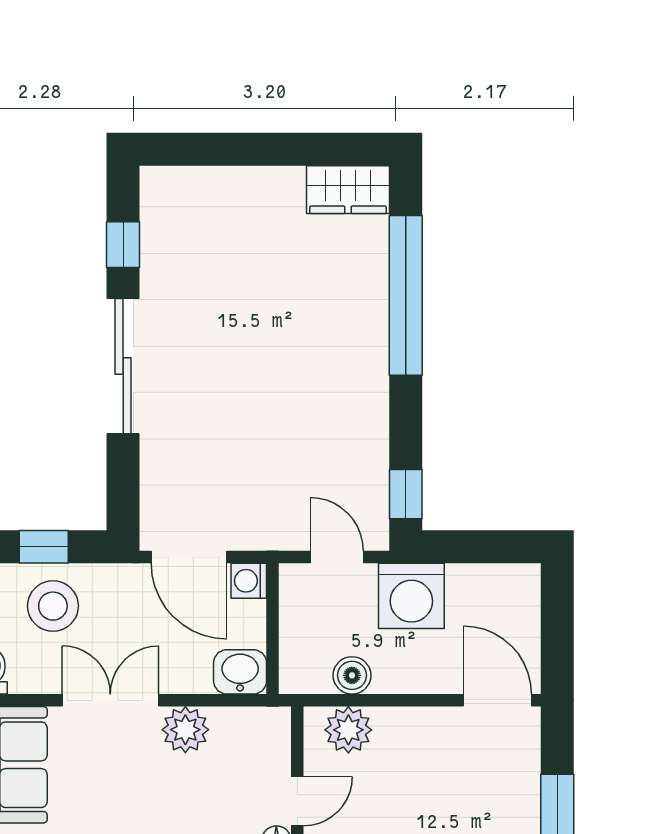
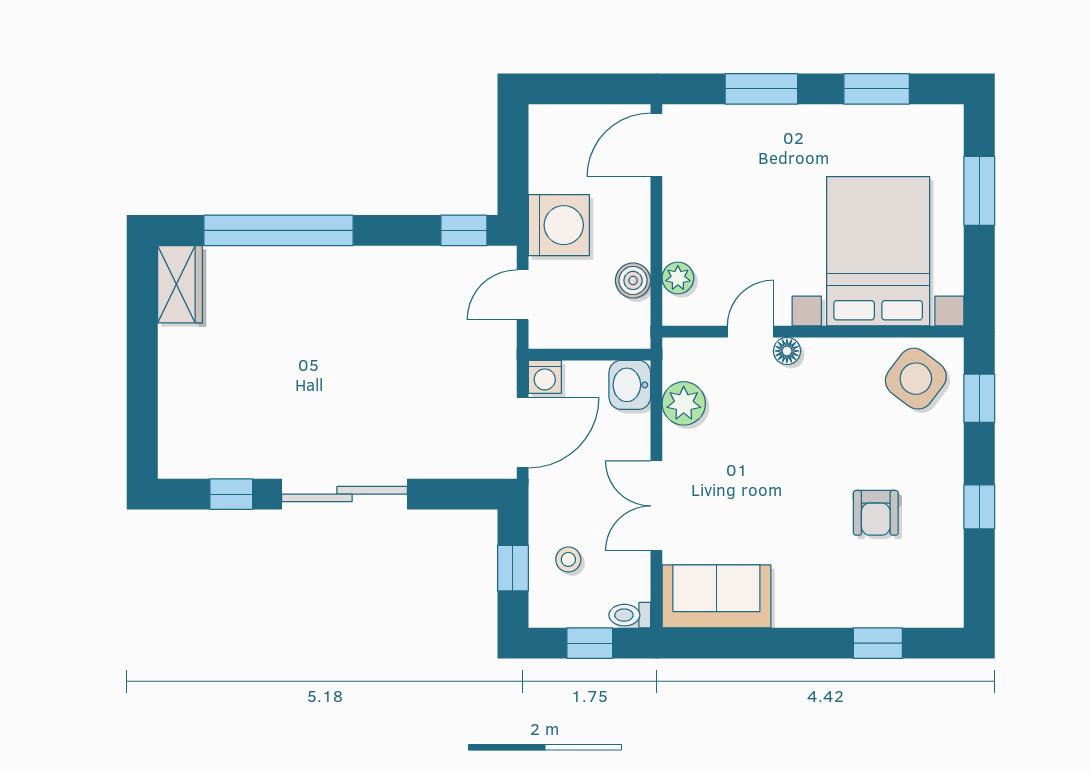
stool: (53, 606) -> (568, 559), width x0.53, depth x0.53
plant: (185, 730) -> (684, 403), moved
plant: (348, 730) -> (678, 278), width x0.73, depth x0.73
door: (297, 801) -> (750, 332), hinge flipped

